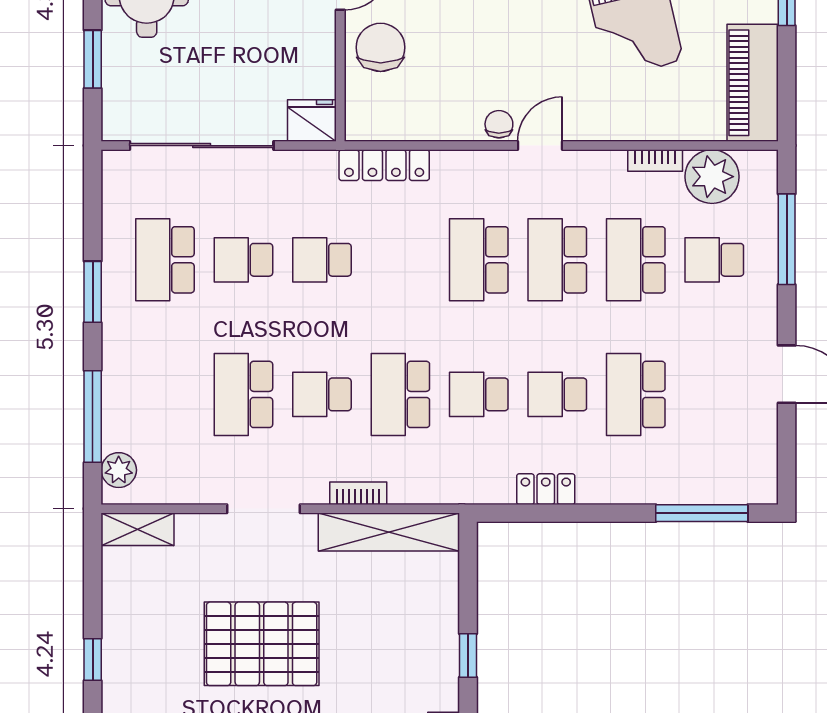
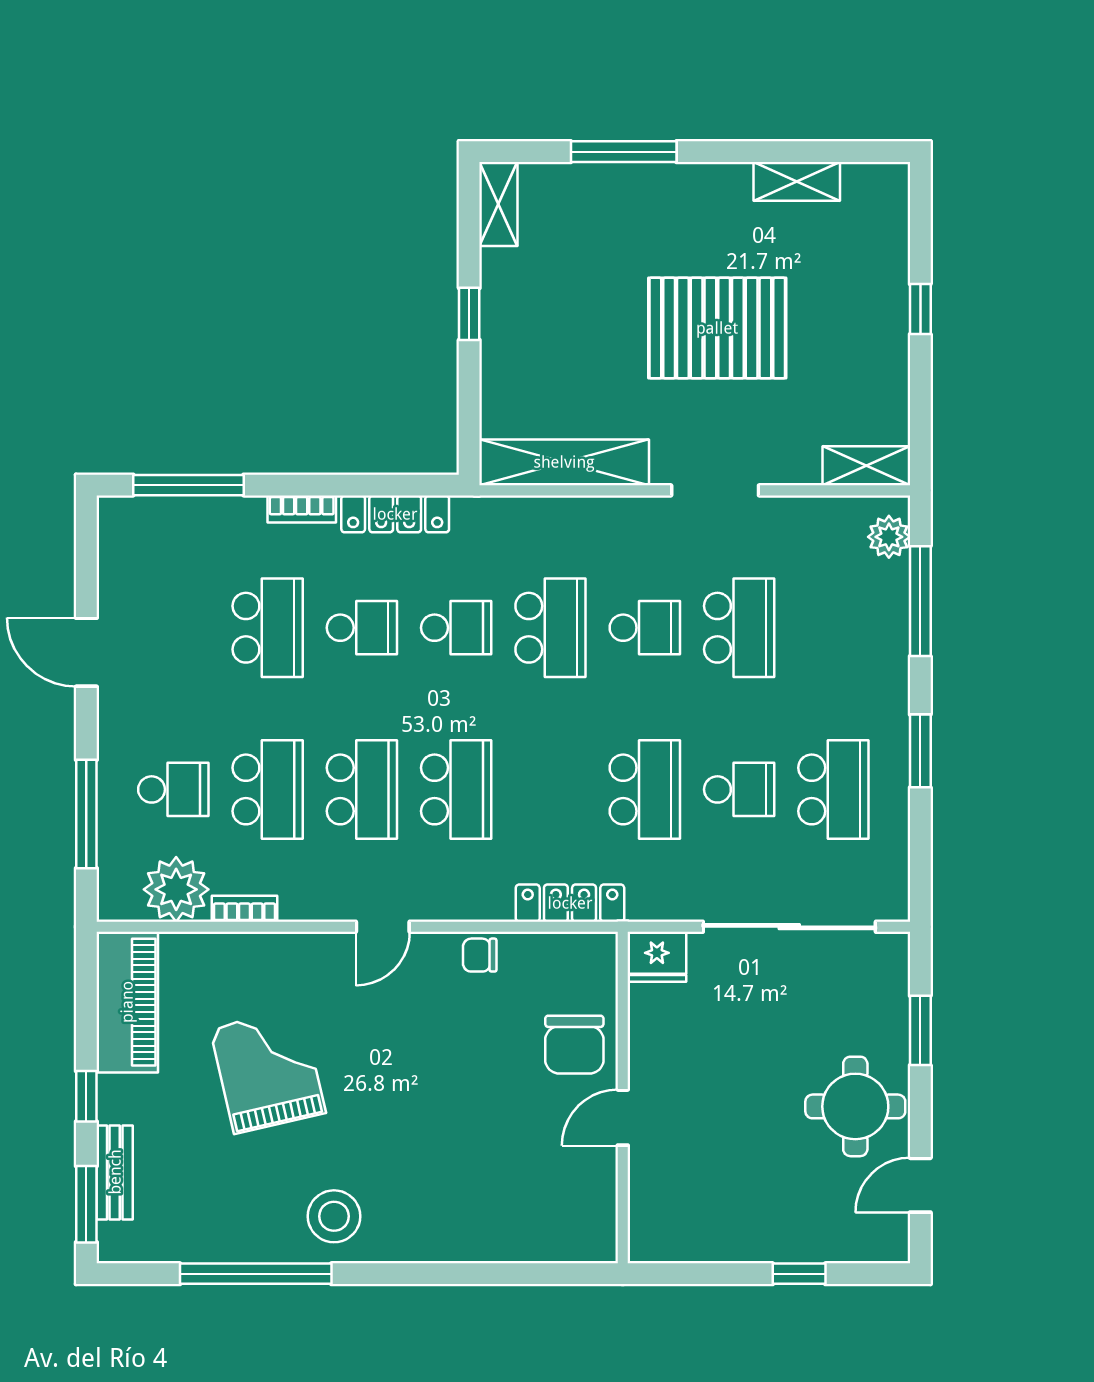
chair: (499, 124) -> (480, 955), moved, turned 90
school desk: (322, 260) -> (645, 789), width x1.85
locker: (546, 489) -> (395, 514), width x1.53
bookcase: (358, 493) -> (302, 509), moved

